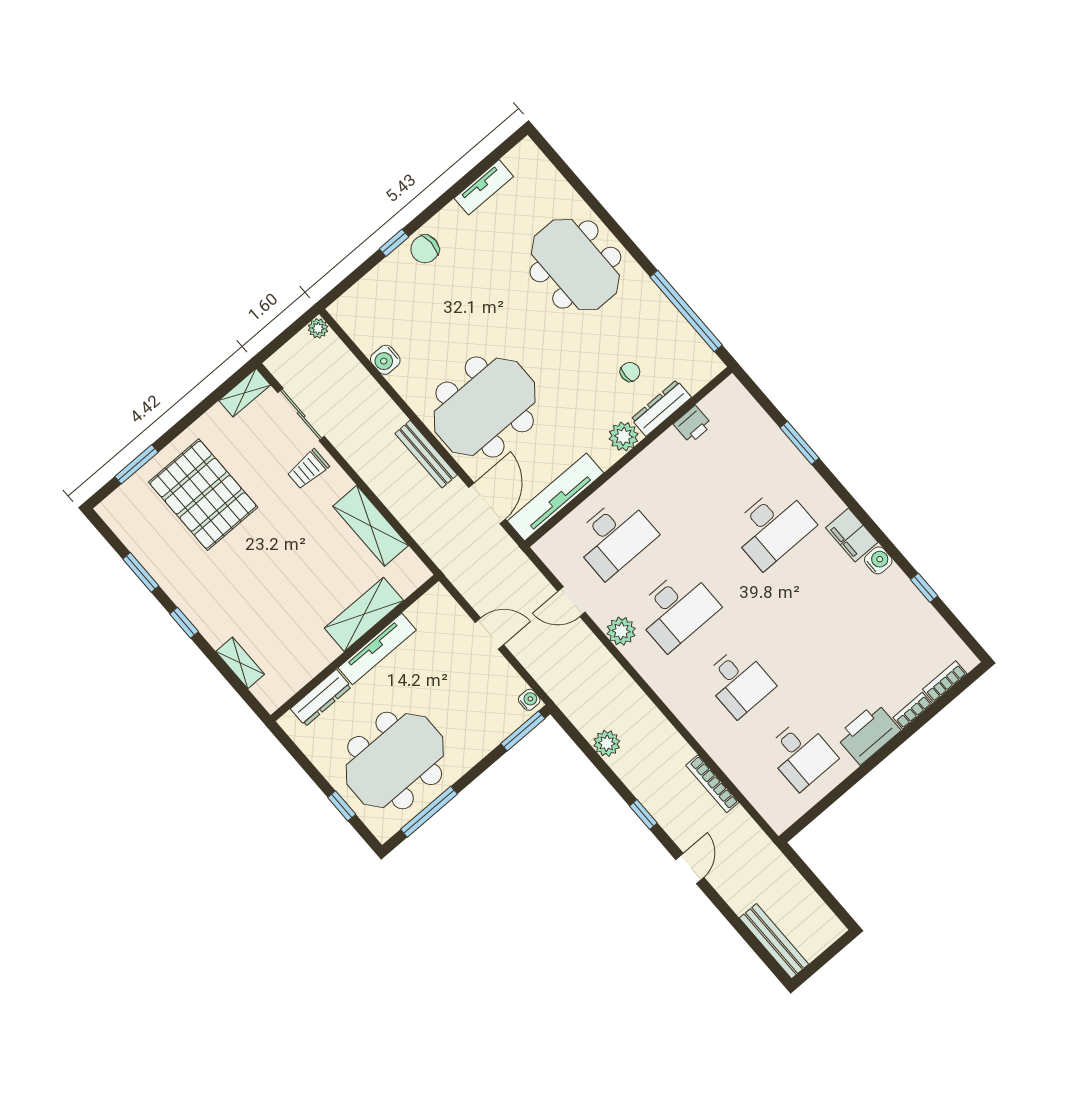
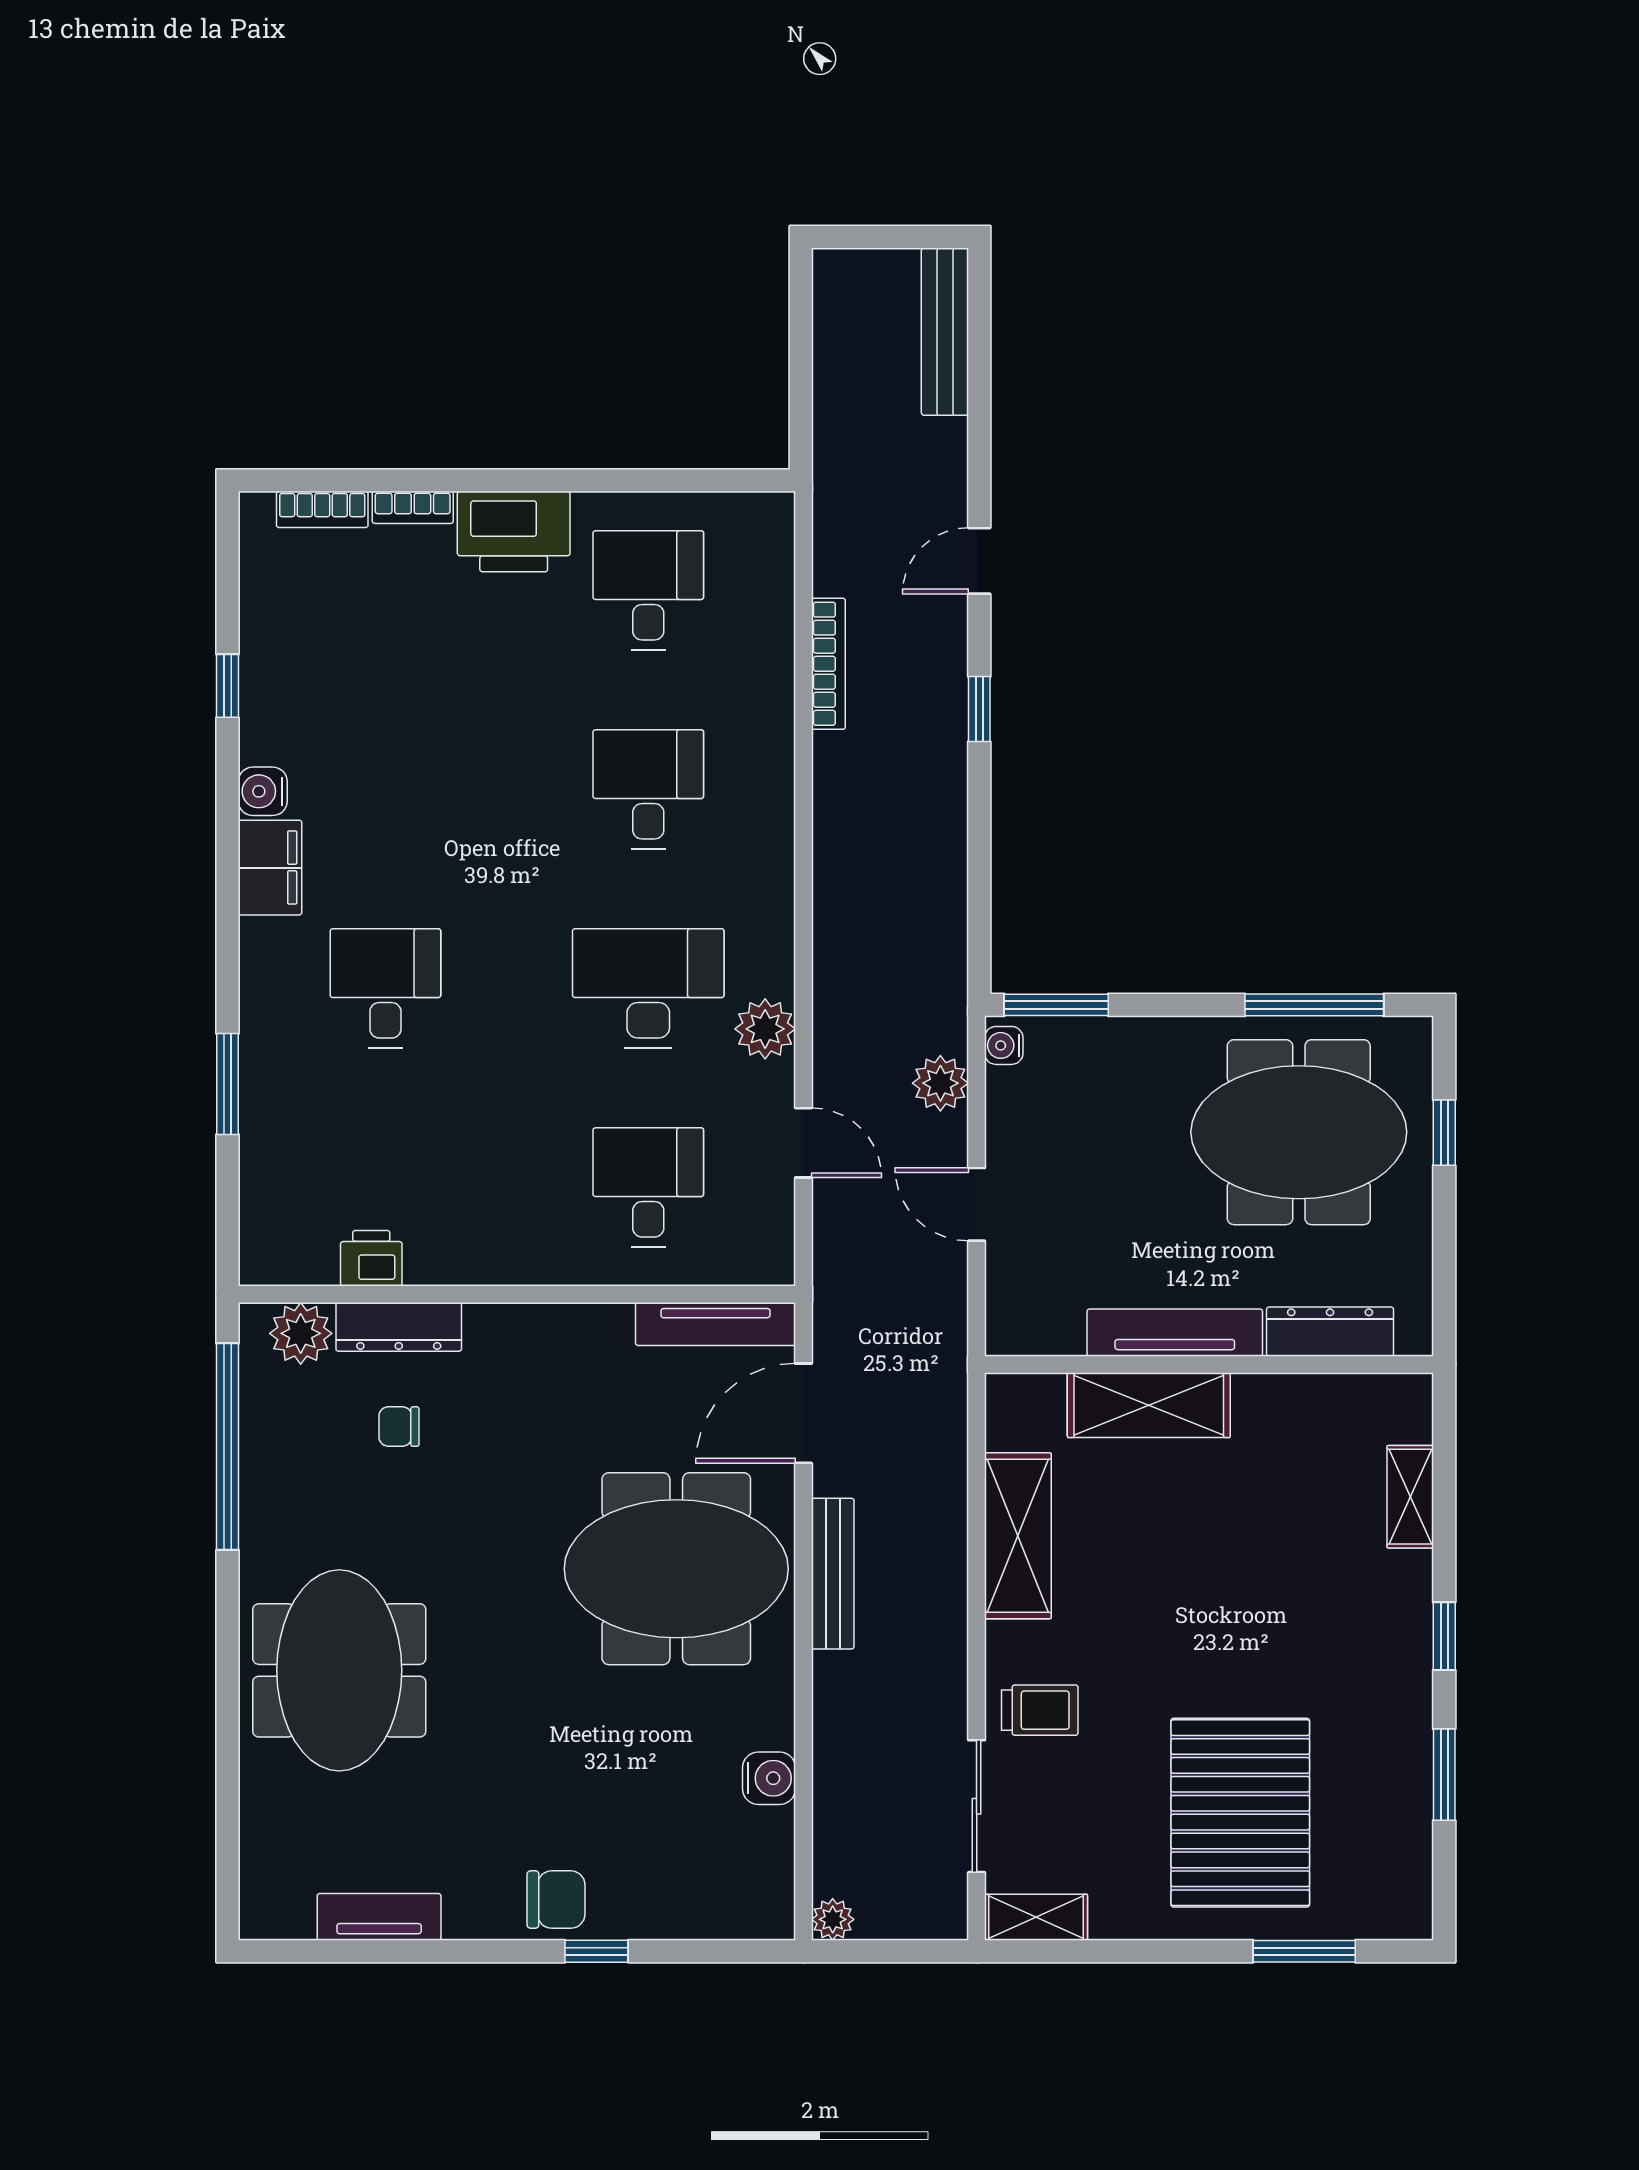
plant: (624, 436) -> (301, 1333), moved
tv unit: (555, 497) -> (715, 1324), width x0.73, depth x0.78
desk: (772, 527) -> (385, 988), width x0.73
desk: (614, 537) -> (648, 1187), width x0.73
plant: (607, 743) -> (940, 1083), moved

